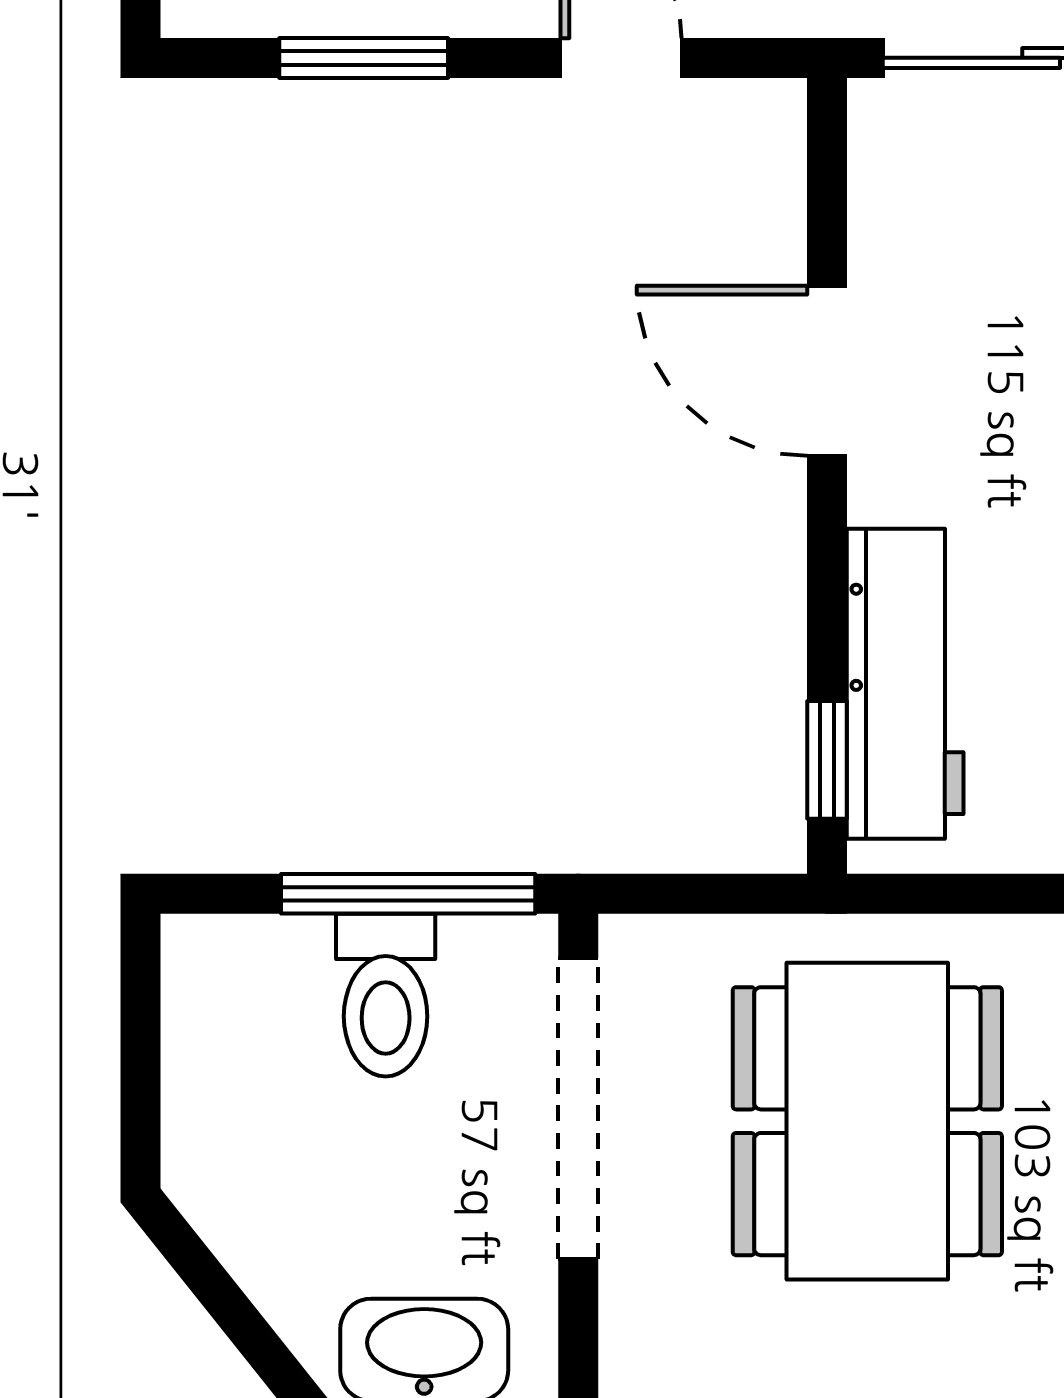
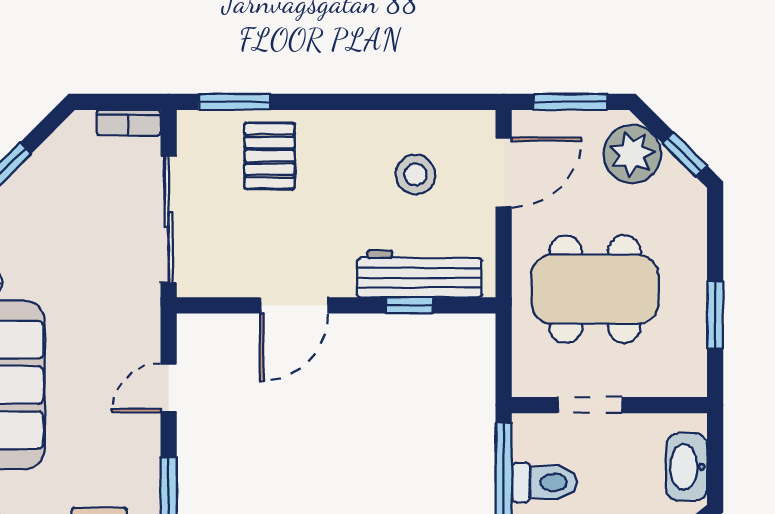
window: (827, 760) -> (409, 305), moved
doorway: (578, 1109) -> (590, 405), width x0.53

